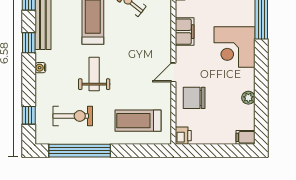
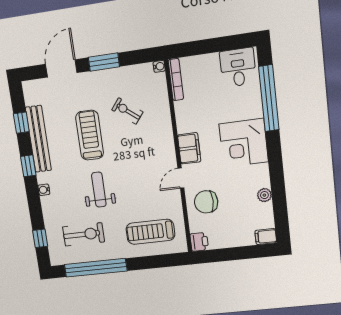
filing cabinet: (185, 32) -> (189, 148), moved

